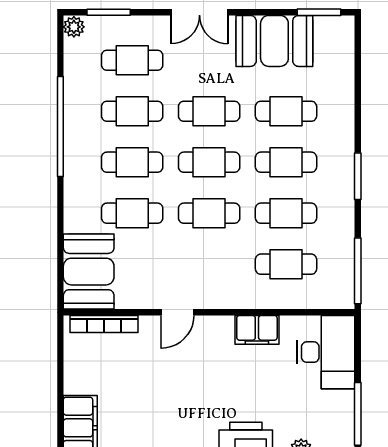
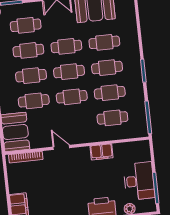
door: (177, 312) -> (61, 147), swing flipped
desk: (326, 352) -> (139, 181), moved

